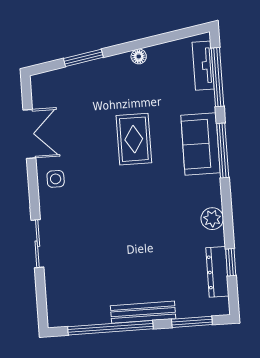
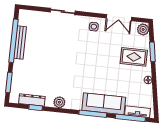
plant: (44, 84) -> (143, 29), added
rug: (134, 139) -> (134, 57), moved
sofa: (200, 144) -> (104, 104), width x1.36
bench: (143, 312) -> (20, 43), moved

